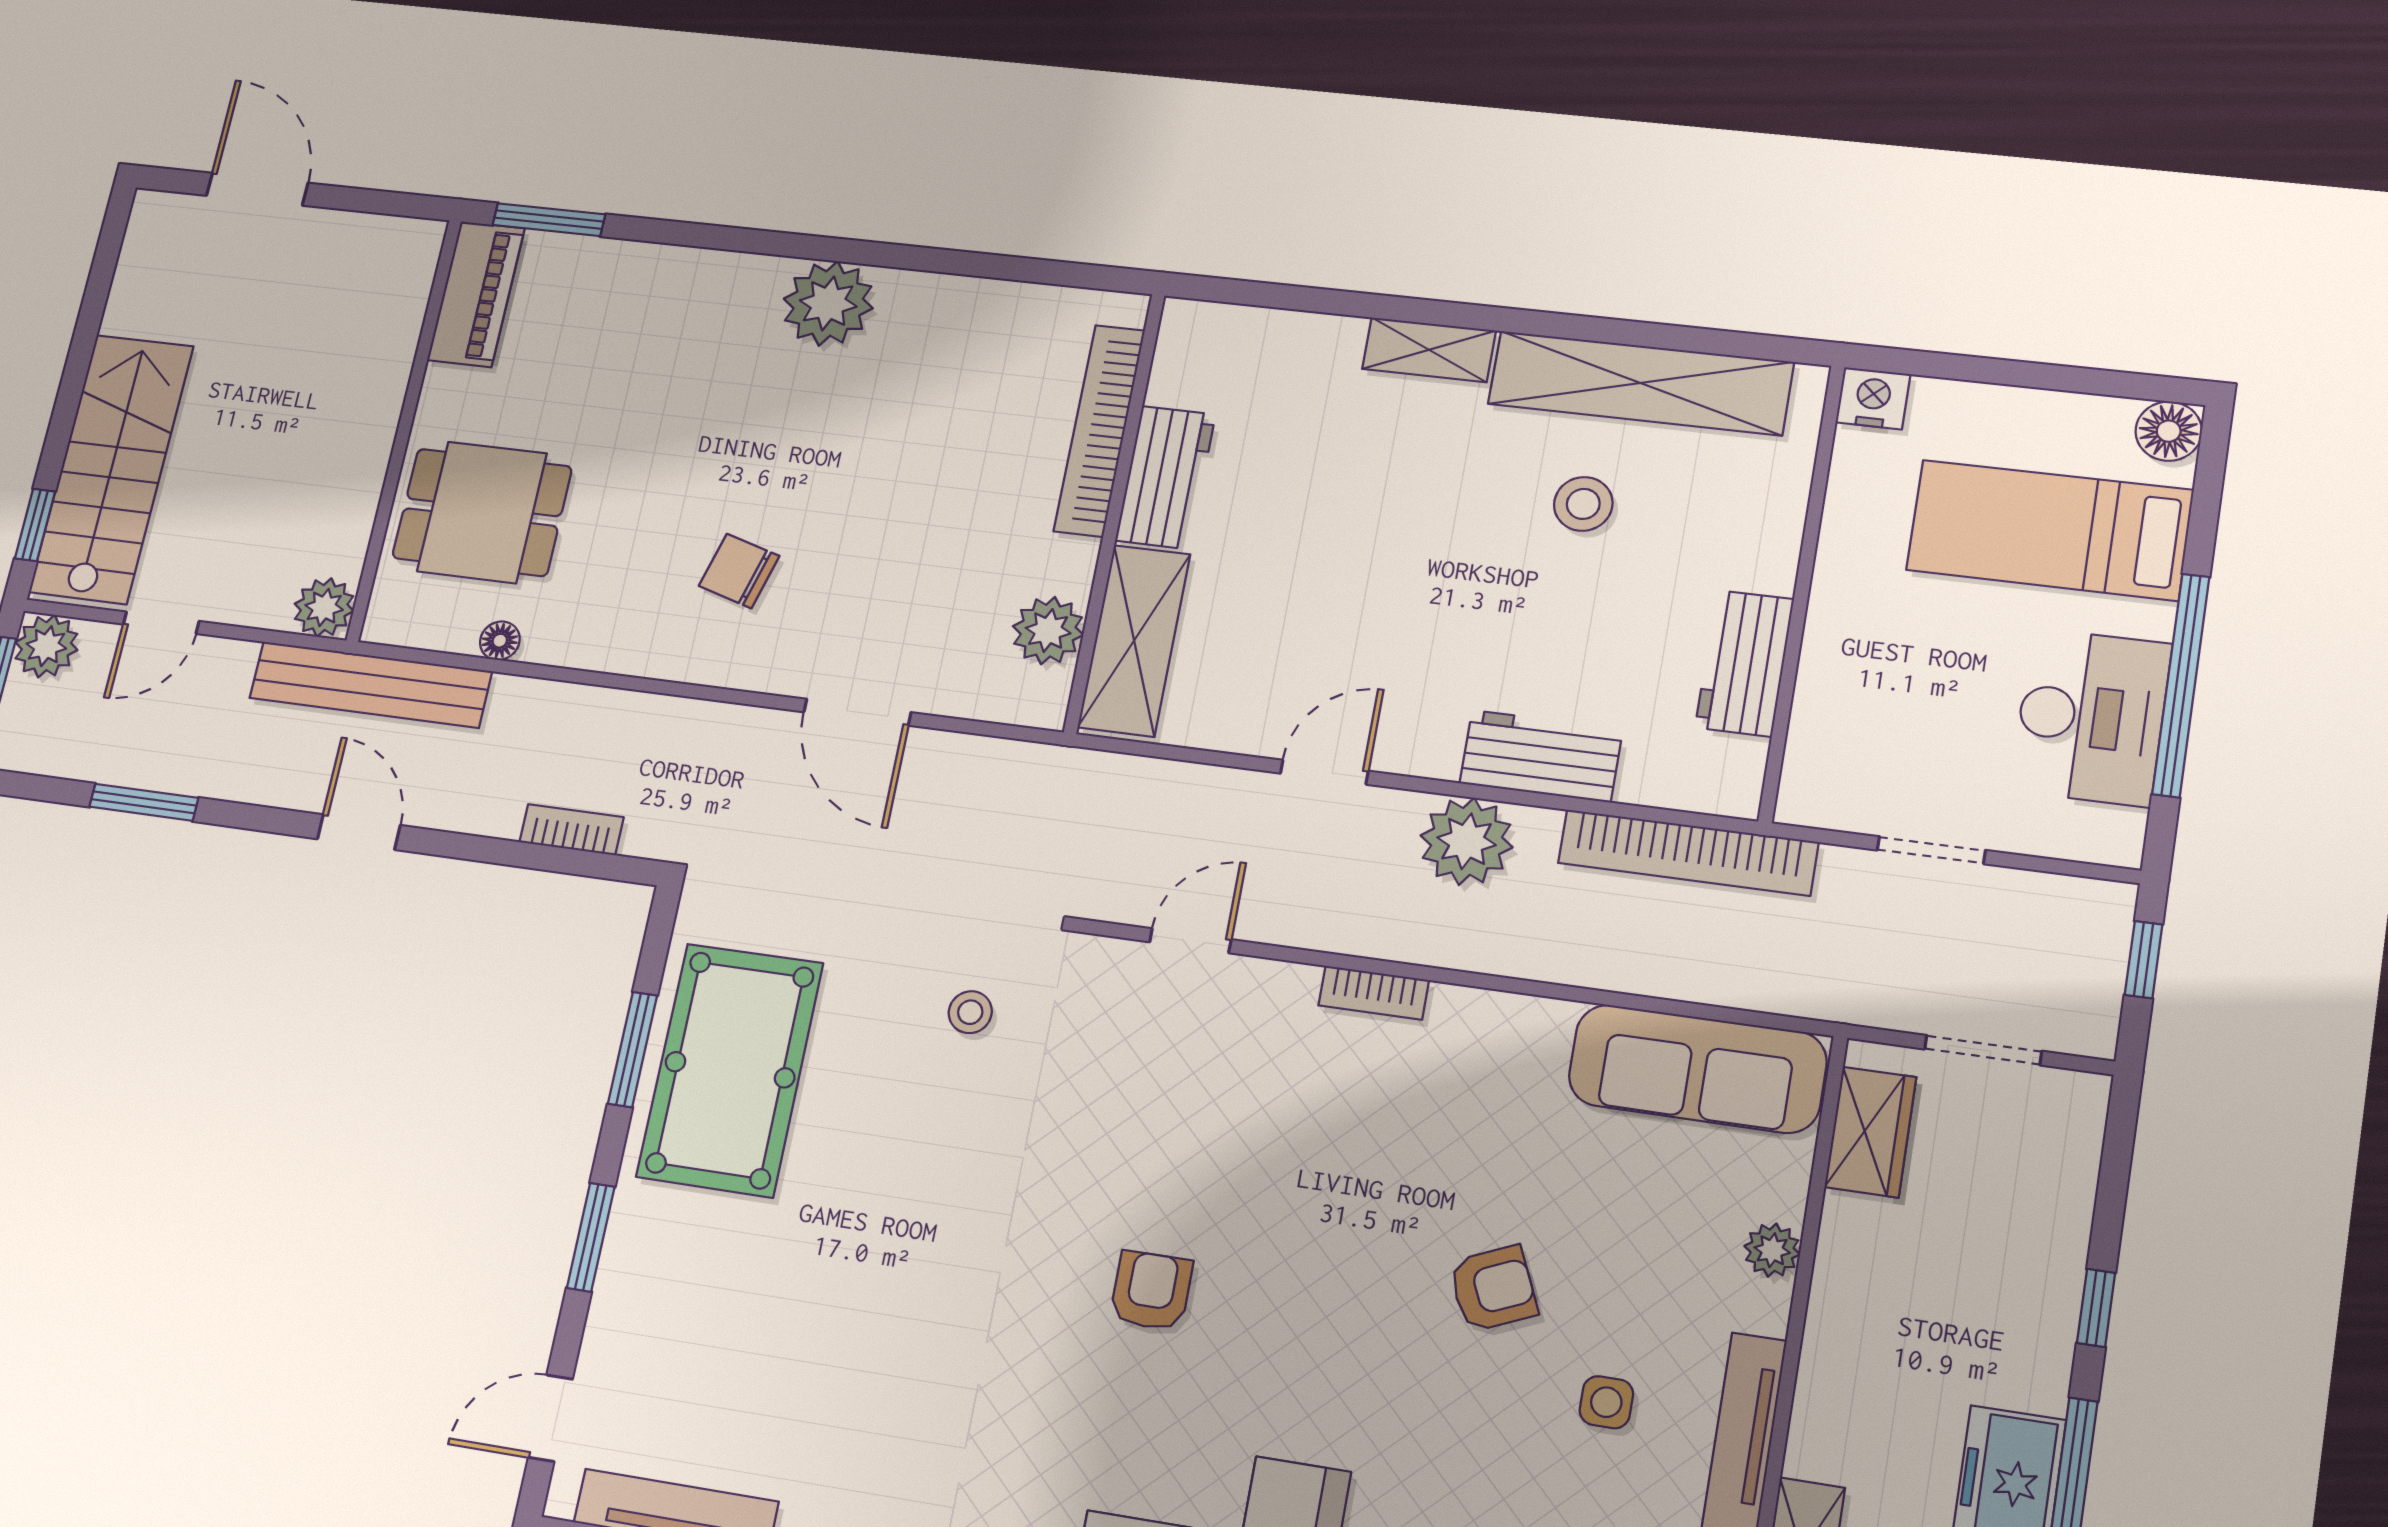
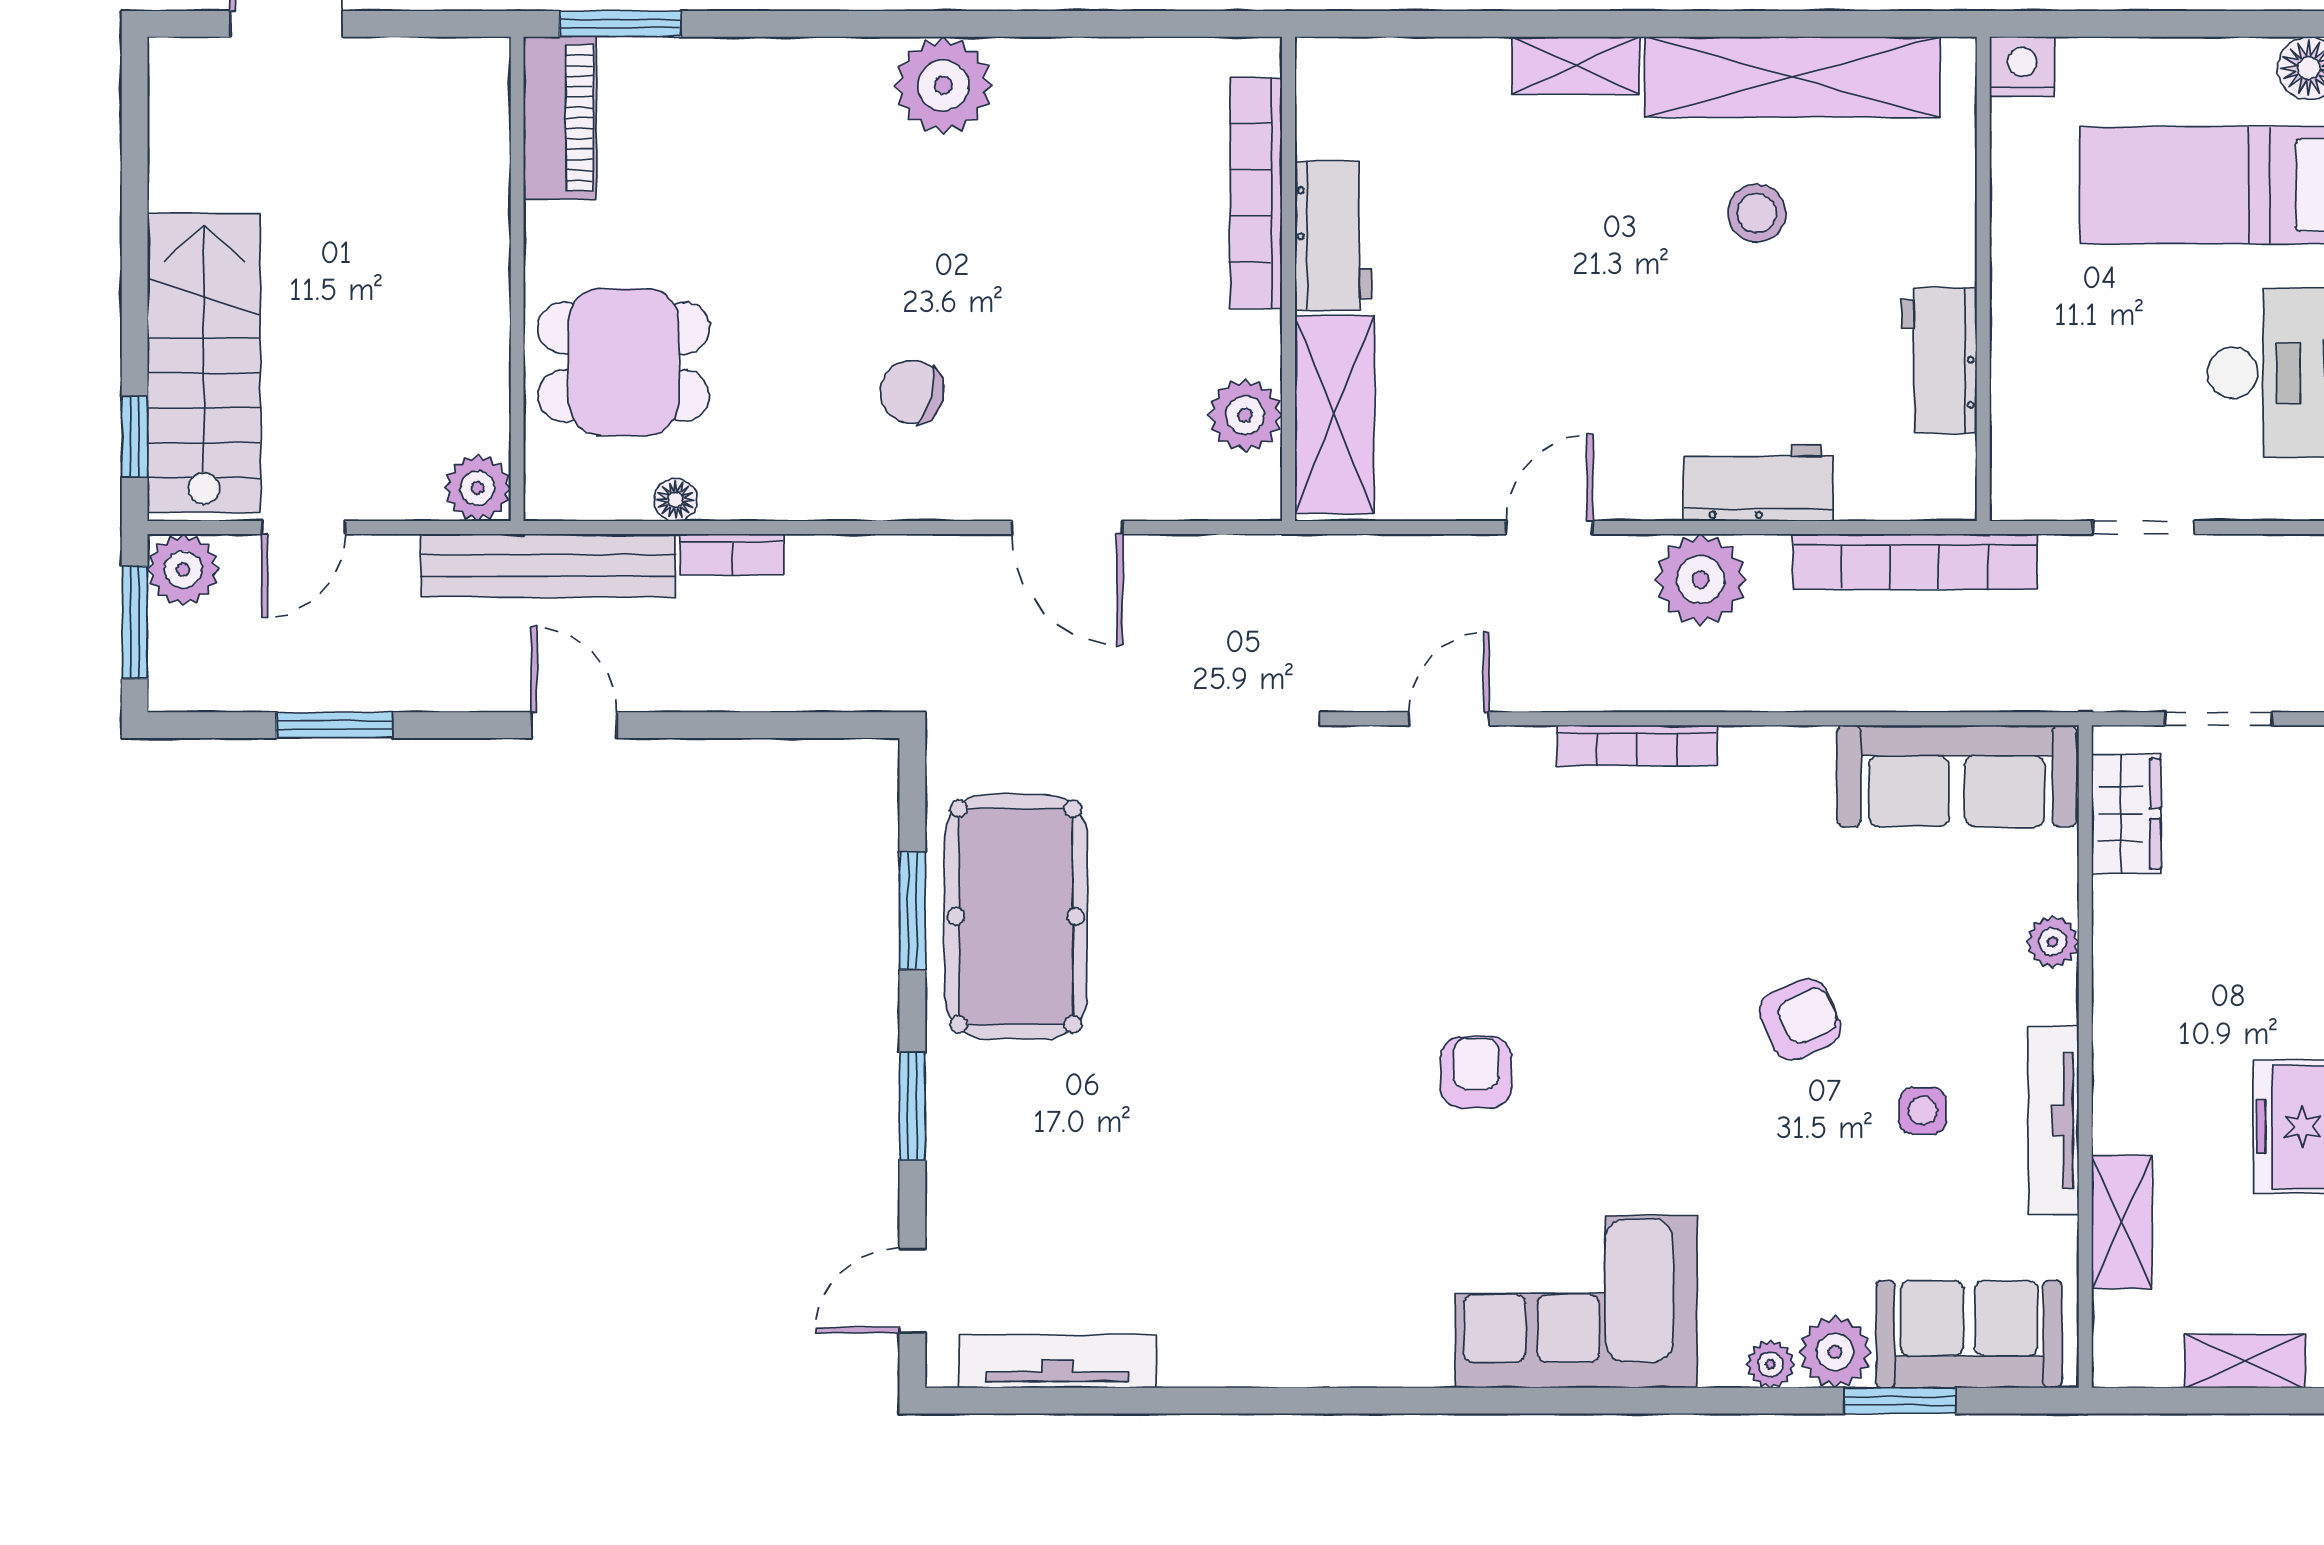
bookcase: (571, 830) -> (732, 555), moved, turned 180
bookcase: (1374, 993) -> (1637, 746), width x1.56
stool: (970, 1012) -> (1245, 823), removed

